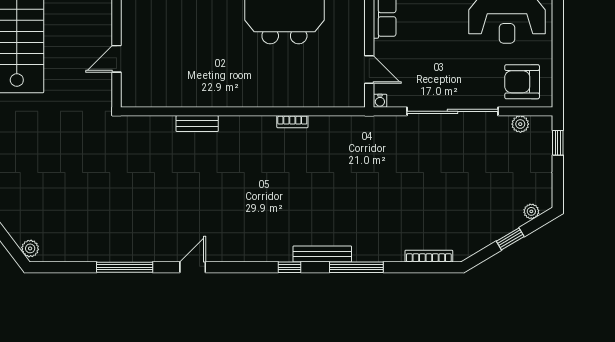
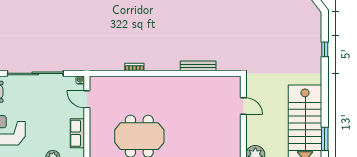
door: (116, 59) -> (243, 106), hinge flipped
bench: (197, 124) -> (198, 66), width x1.36

